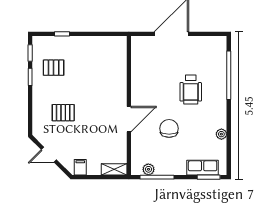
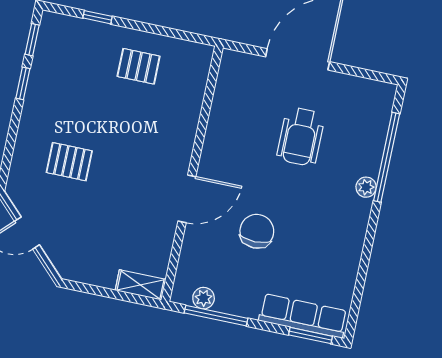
pallet: (54, 68) -> (139, 66), moved
wheelchair: (191, 89) -> (301, 137), moved
plant: (221, 134) -> (366, 187), moved
filing cabinet: (80, 167) -> (80, 268), removed
row of seats: (203, 168) -> (303, 316), width x1.48

